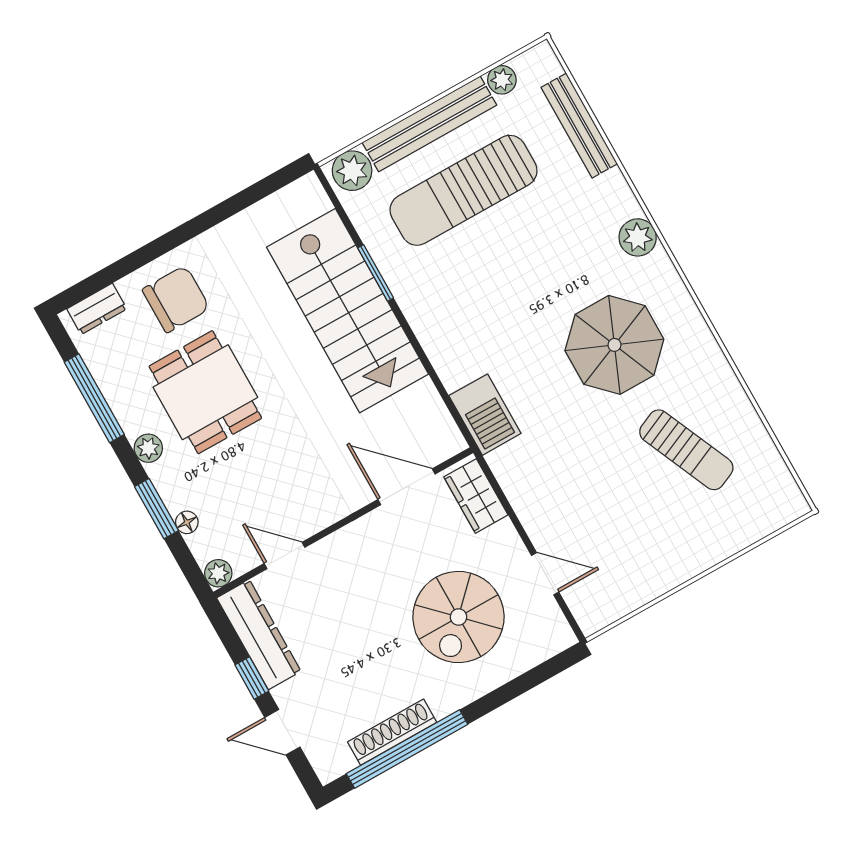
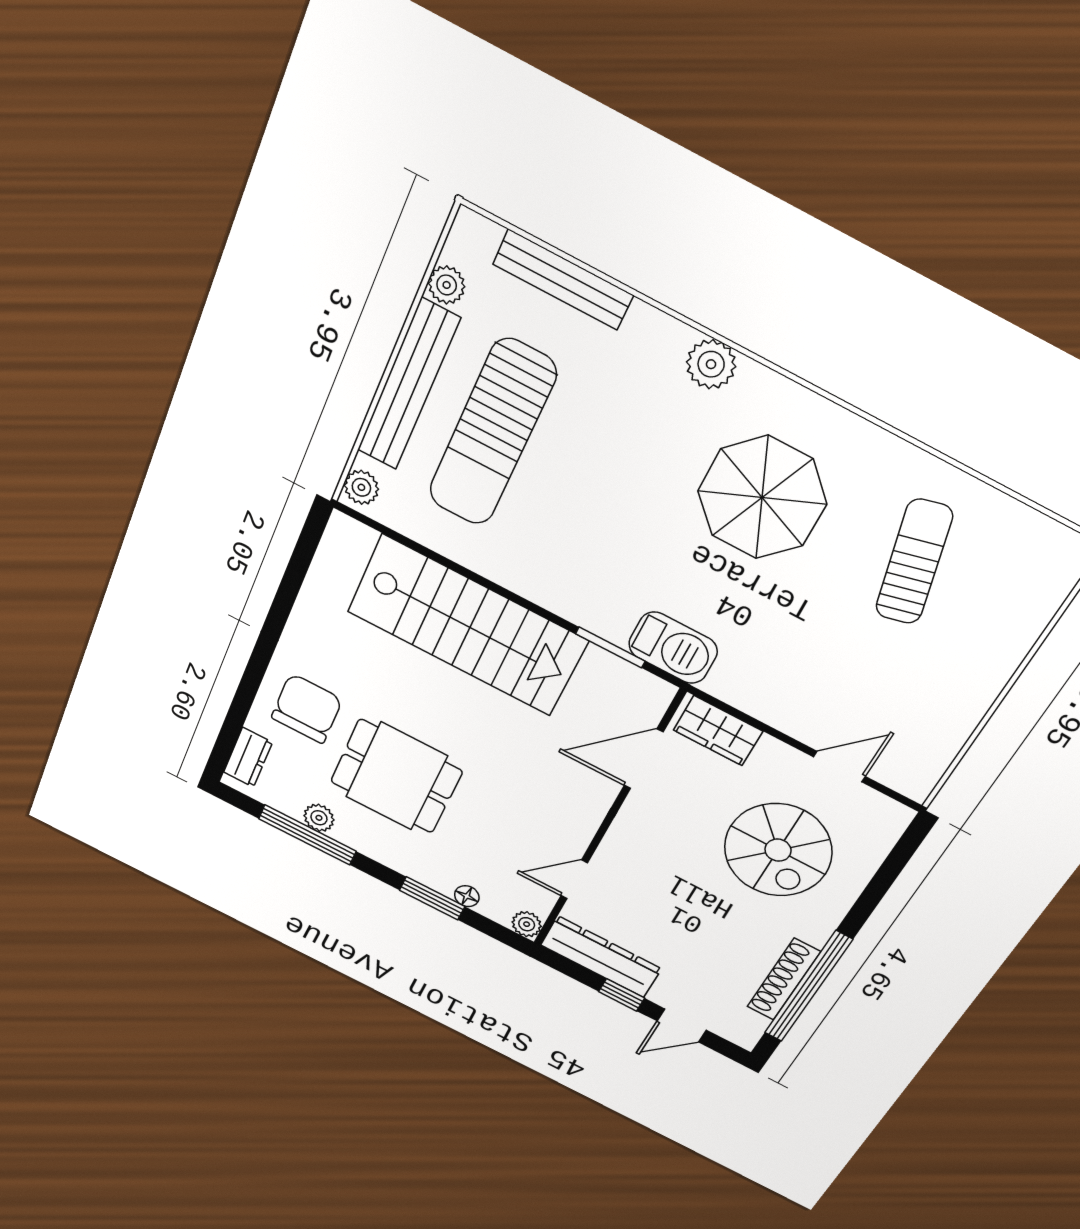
plant: (352, 171) -> (361, 487), width x0.73, depth x0.73
window: (376, 273) -> (610, 647), moved
plant: (148, 448) -> (319, 818), moved
sun lounger: (686, 450) -> (914, 562), turned -80

